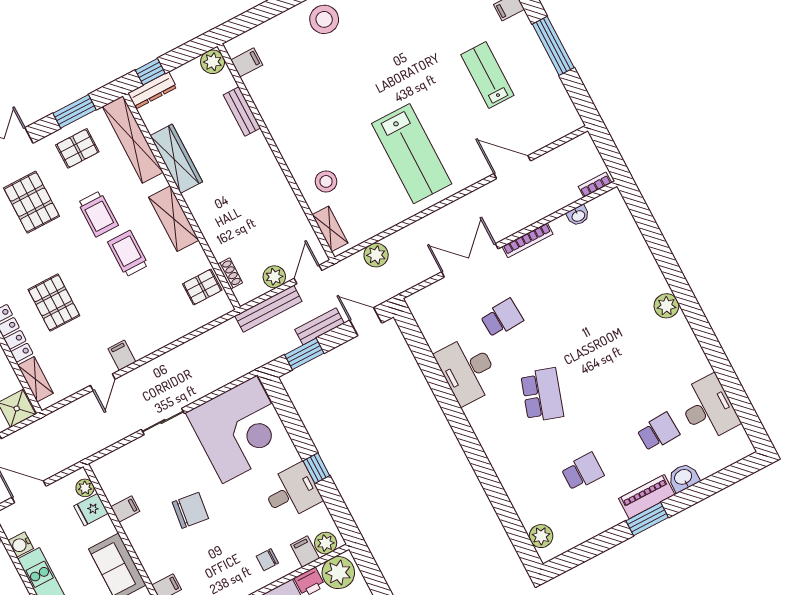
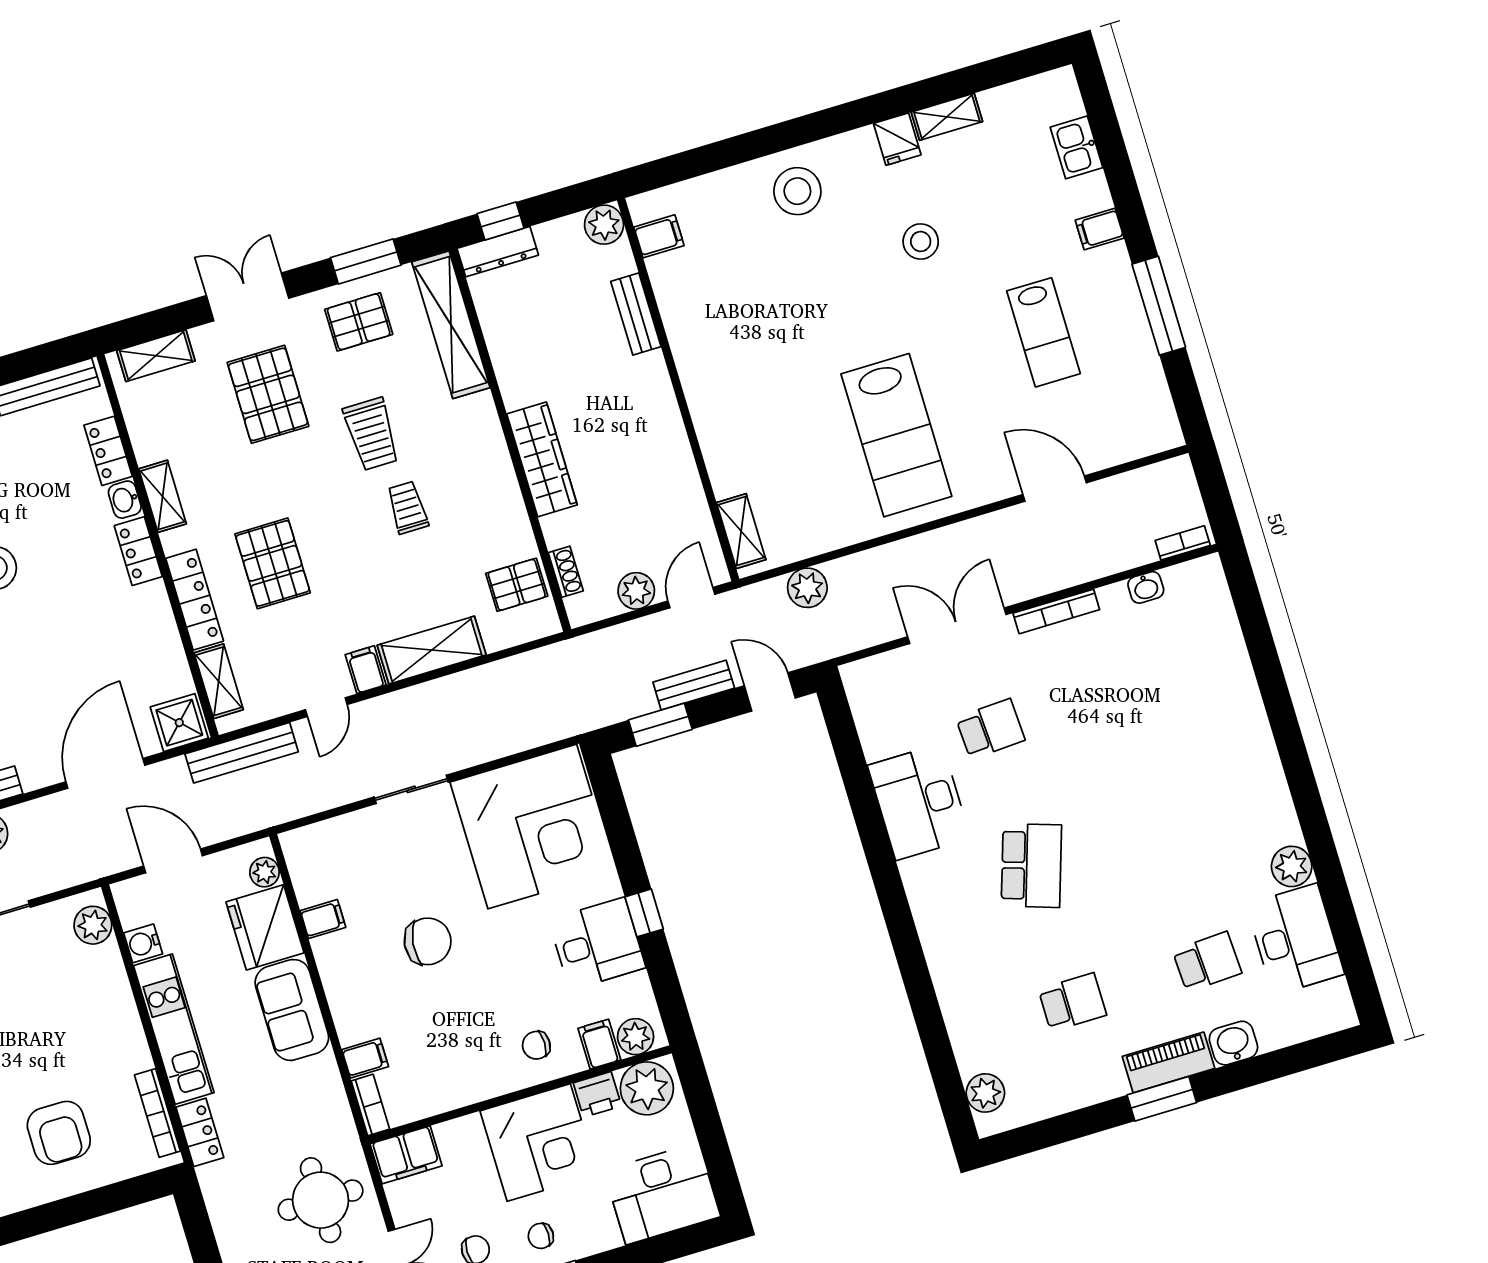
lab bench: (487, 75) -> (1043, 332), turned 180
wardrobe: (176, 159) -> (542, 459), moved
stool: (326, 181) -> (921, 241), moved
shelving: (174, 219) -> (432, 650), moved, turned 90
trolley: (128, 254) -> (407, 507), width x0.73, depth x0.72
plant: (666, 306) -> (1292, 866), moved
bench: (268, 309) -> (242, 753), moved
fridge: (91, 510) -> (265, 927), width x1.88, depth x1.34

